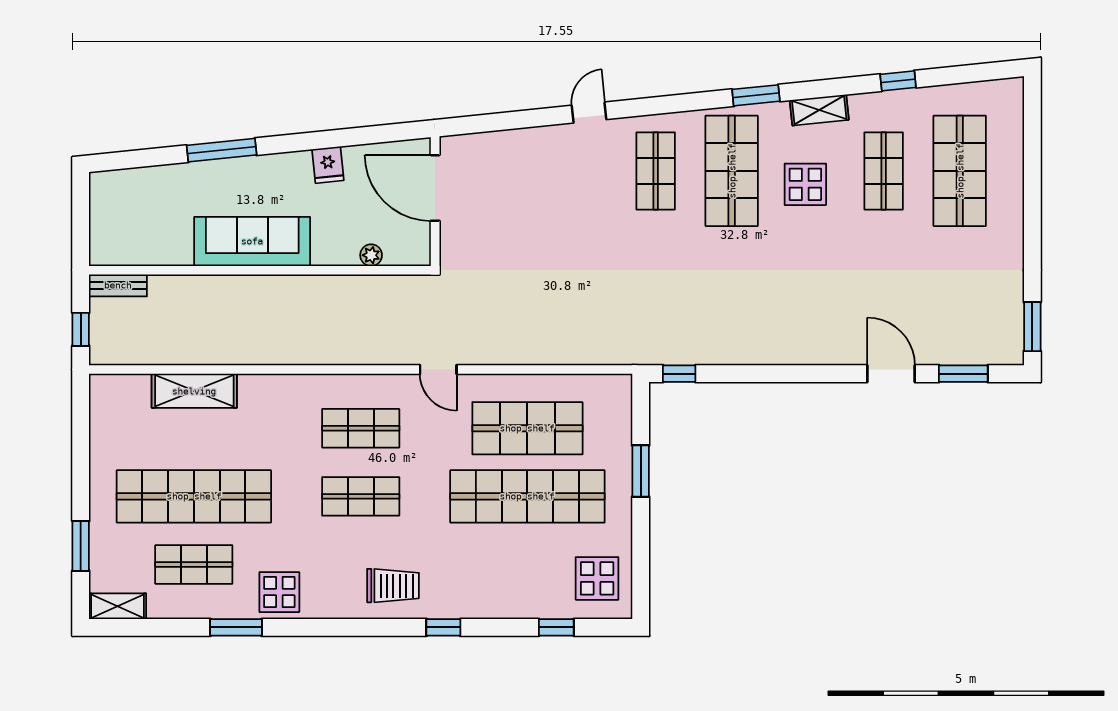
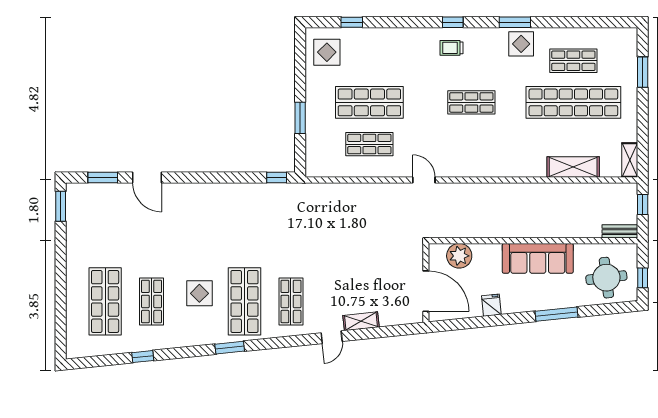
shelving: (819, 110) -> (361, 321), moved
window: (81, 209) -> (643, 278), added
round table: (140, 210) -> (606, 278), added
plant: (371, 255) -> (459, 256), width x1.88, depth x1.88
shop shelf: (361, 428) -> (471, 144), removed
shop shelf: (527, 428) -> (369, 144), width x0.70, depth x0.74
shop shelf: (527, 496) -> (369, 102), width x0.71
trolley: (393, 586) -> (452, 48), width x0.73, depth x0.72
shelving: (118, 606) -> (630, 160), moved, turned 90
window: (236, 627) -> (515, 22), moved
window: (443, 627) -> (453, 22), moved

